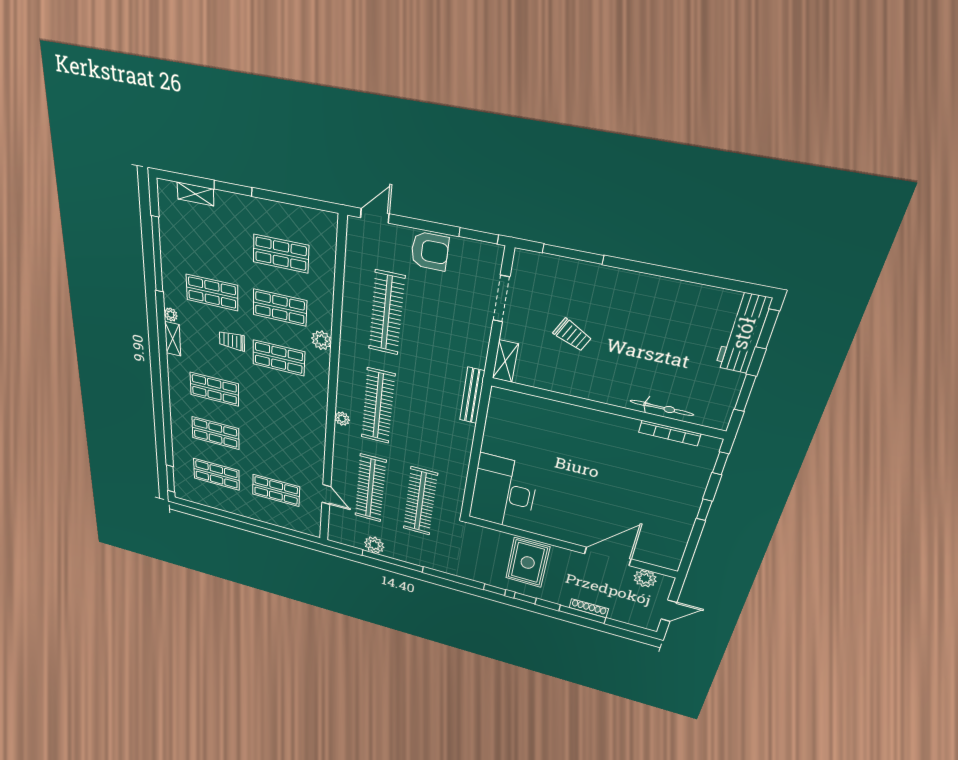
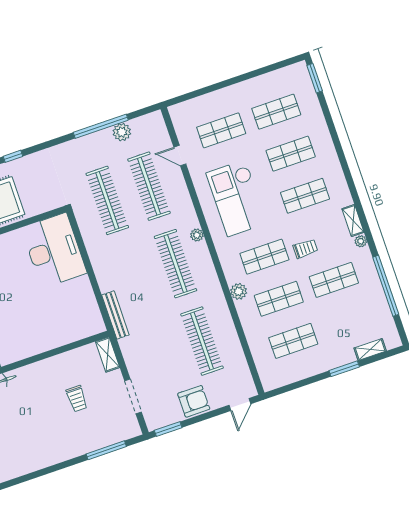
armchair: (430, 251) -> (194, 401), turned 180
trolley: (572, 335) -> (77, 399), turned -116
checkout: (285, 427) -> (237, 198), added

